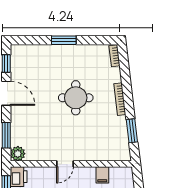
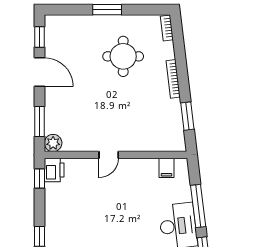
round table: (76, 98) -> (123, 56), moved
filing cabinet: (102, 175) -> (166, 168), moved

